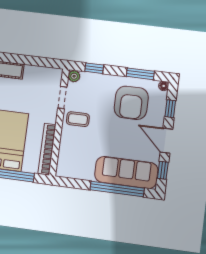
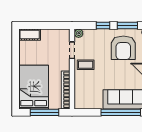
window: (94, 68) -> (103, 26), moved

